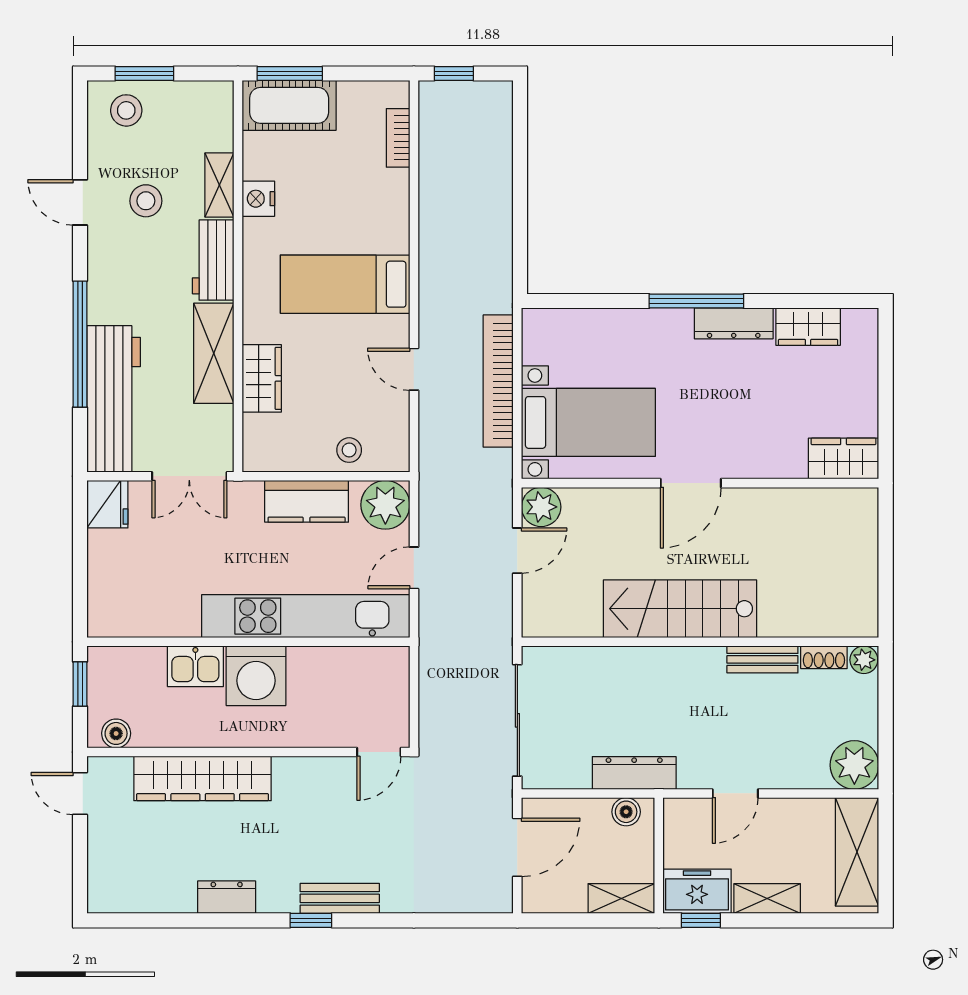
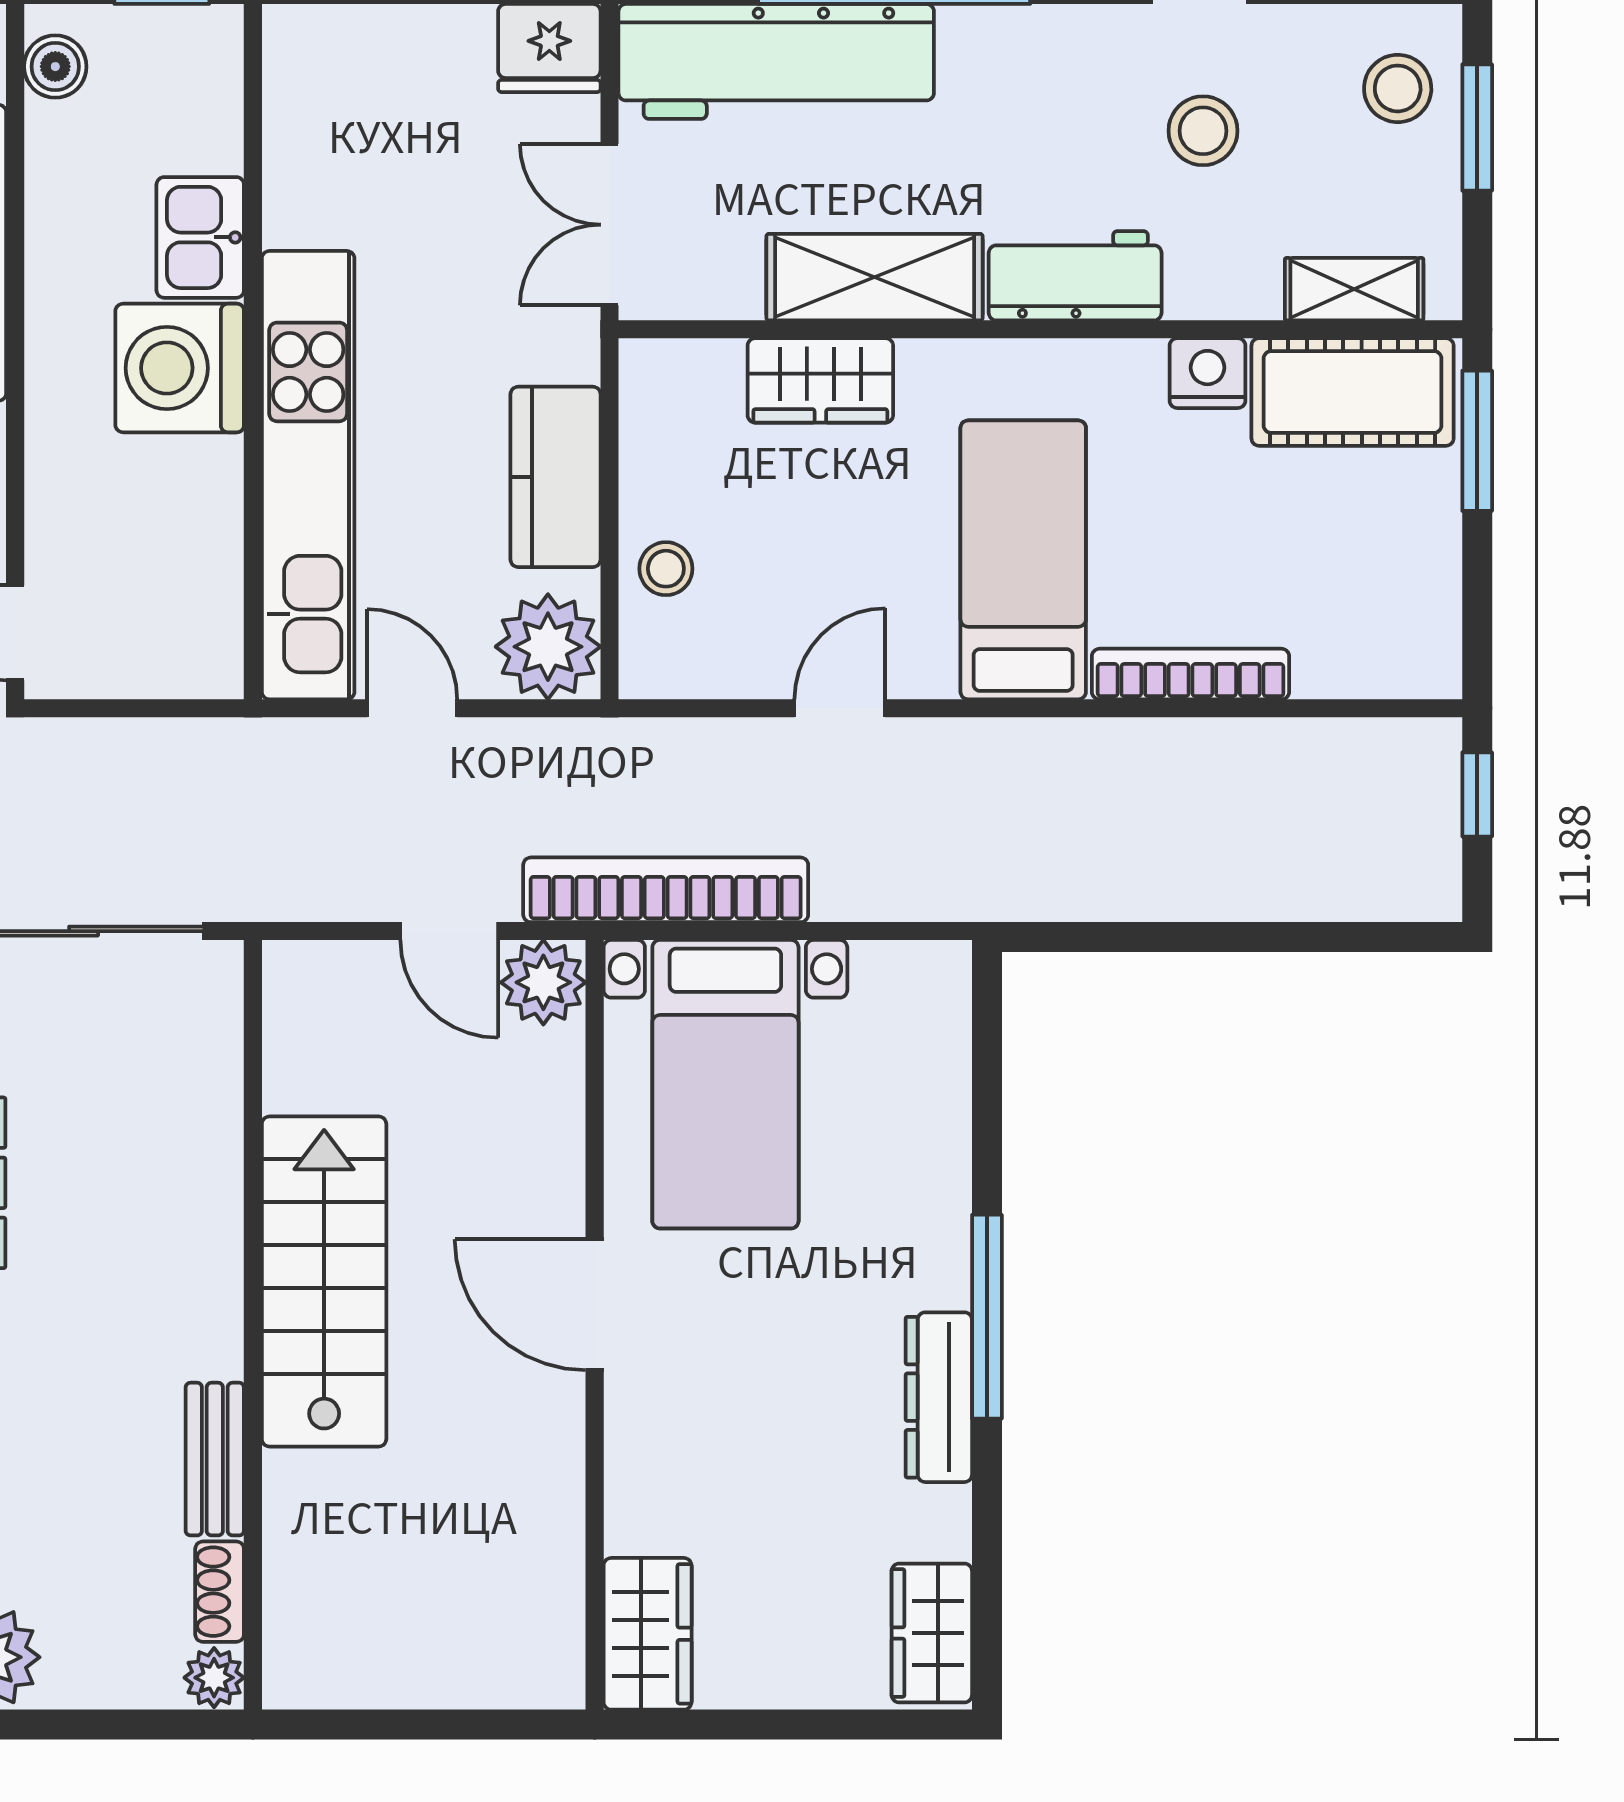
cot: (289, 105) -> (1353, 392), moved, turned 90
bookcase: (398, 138) -> (1191, 674), moved, width x1.56
shelving: (219, 185) -> (1354, 289), moved
wardrobe: (808, 327) -> (932, 1633), moved
bookcase: (498, 381) -> (666, 890), moved

